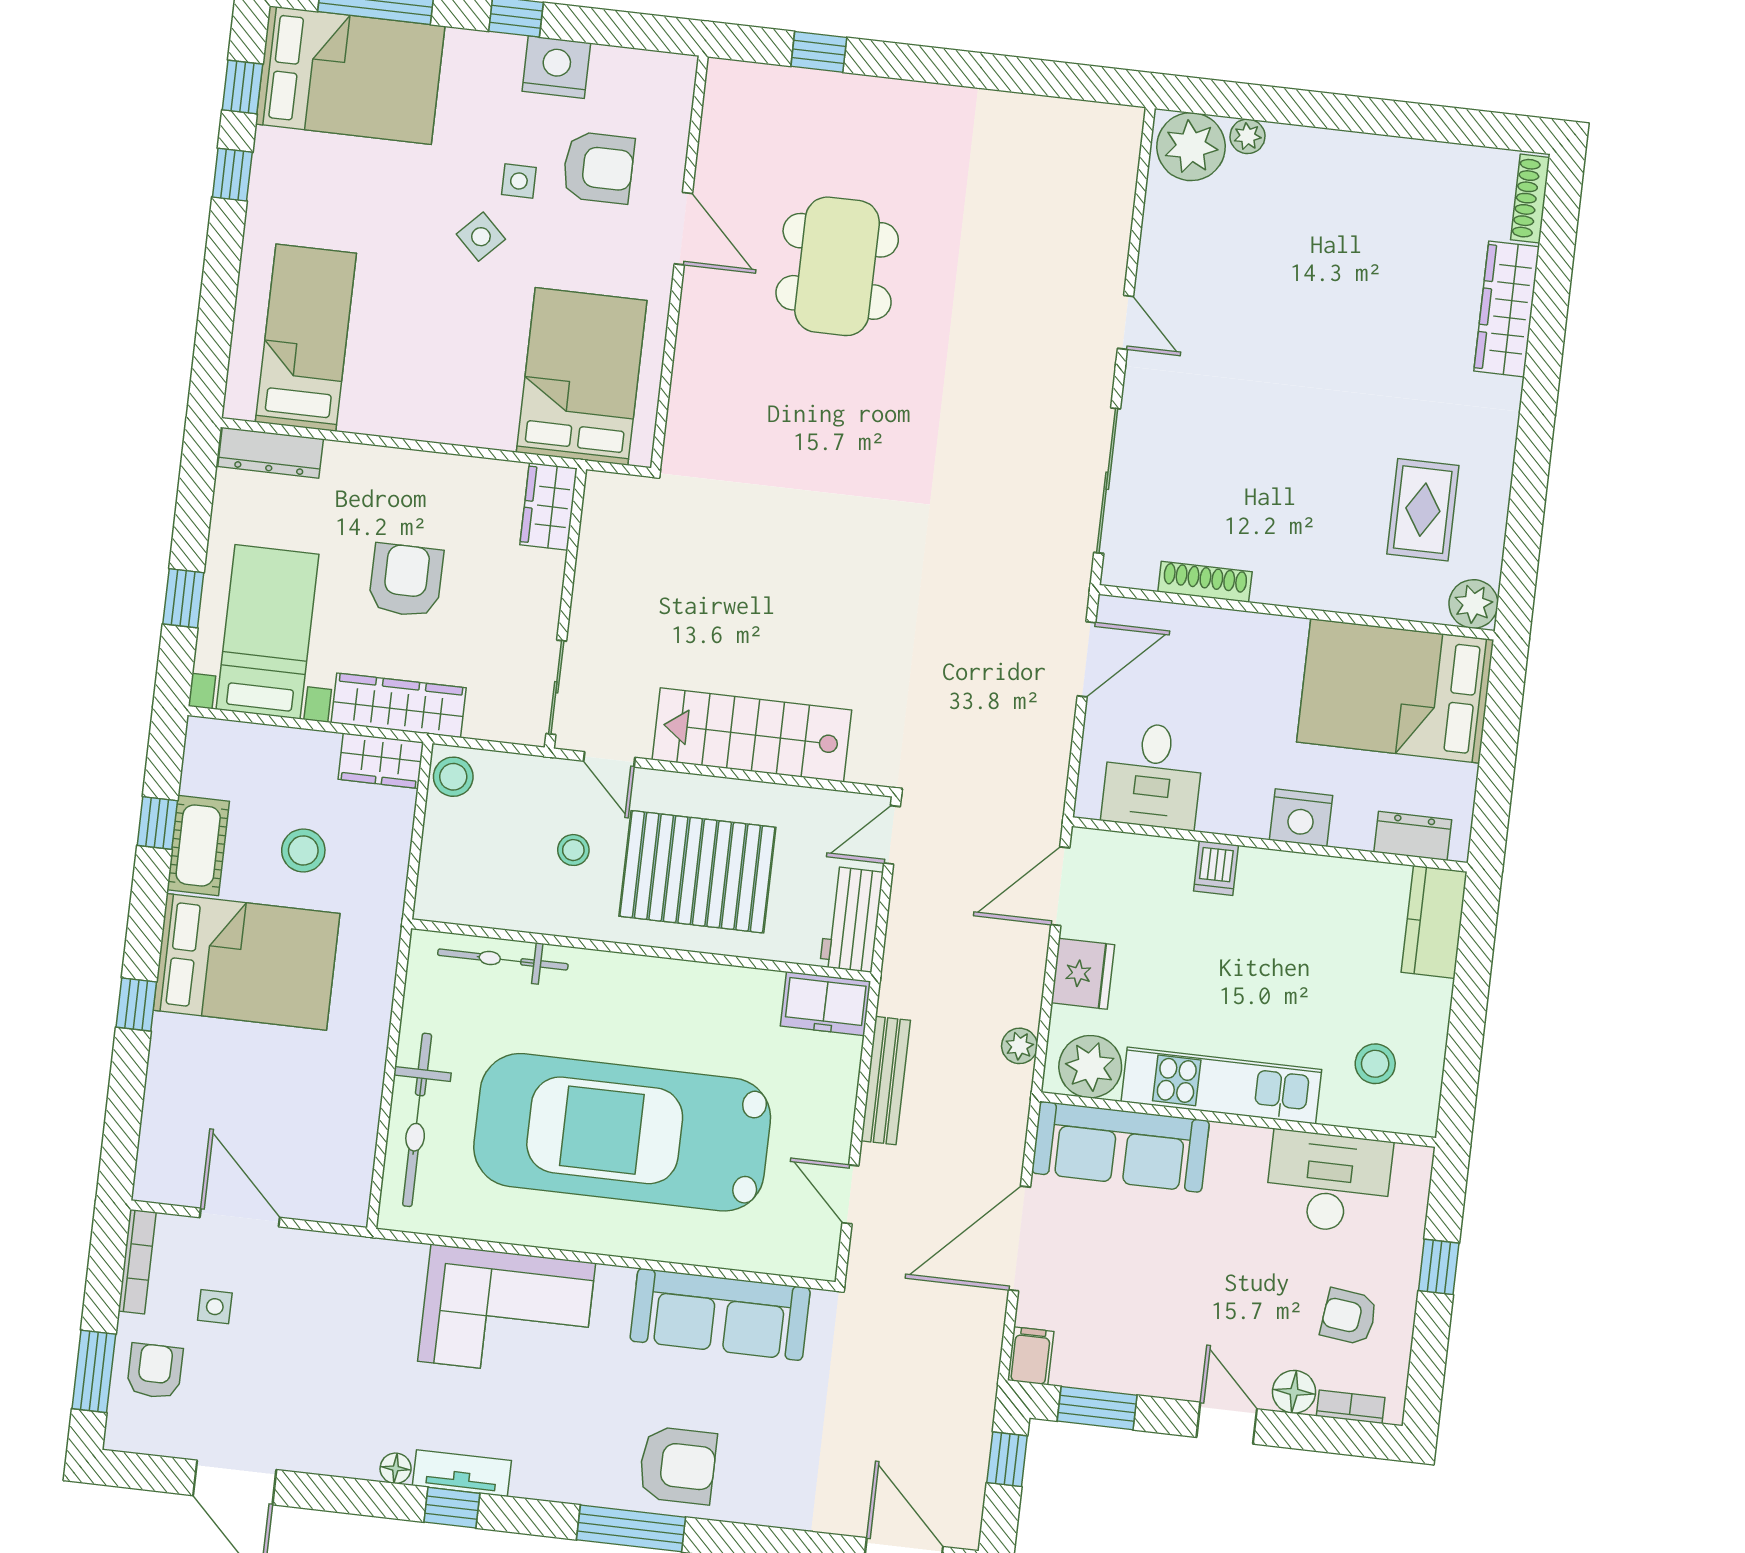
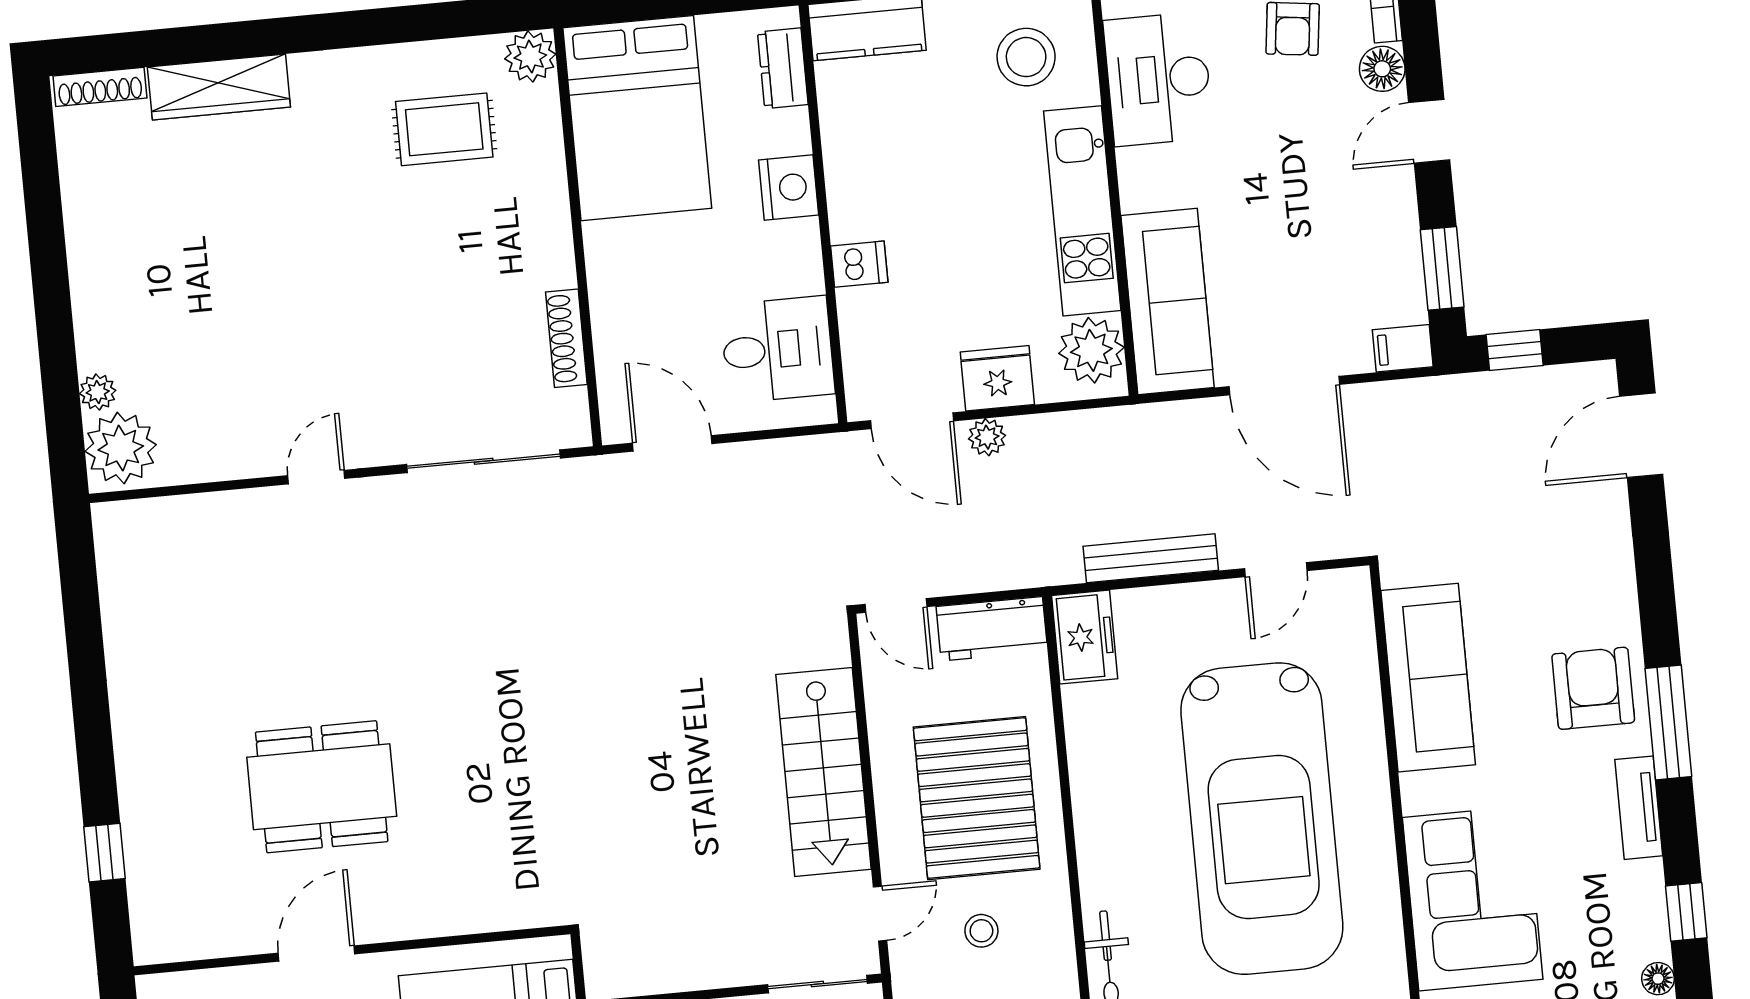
plant: (1019, 1046) -> (987, 437), moved
stool: (1375, 1064) -> (1026, 57), width x1.38, depth x1.38
tv unit: (462, 1473) -> (1639, 808), moved

